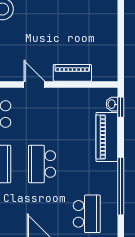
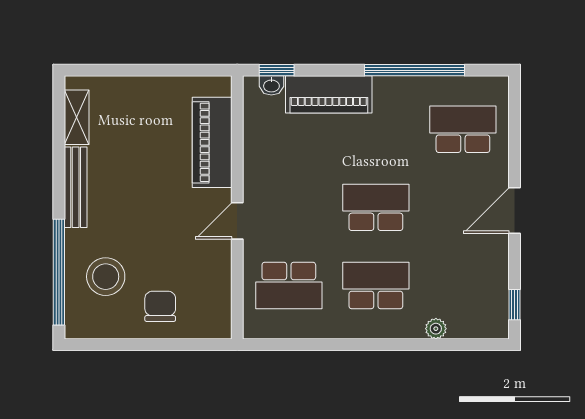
piano: (72, 73) -> (212, 142), width x1.37, depth x1.33
school desk: (42, 164) -> (376, 207), turned 180

